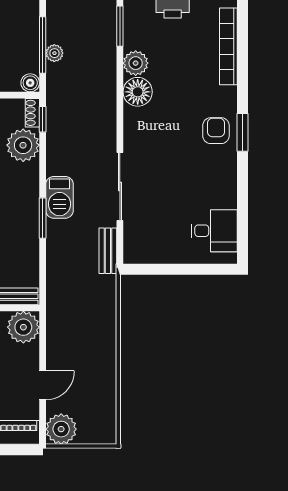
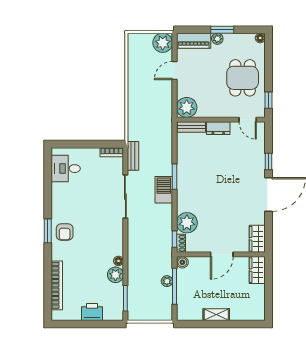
floor lamp: (138, 92) -> (119, 261), width x0.53, depth x0.53
bookcase: (141, 257) -> (112, 152), added

